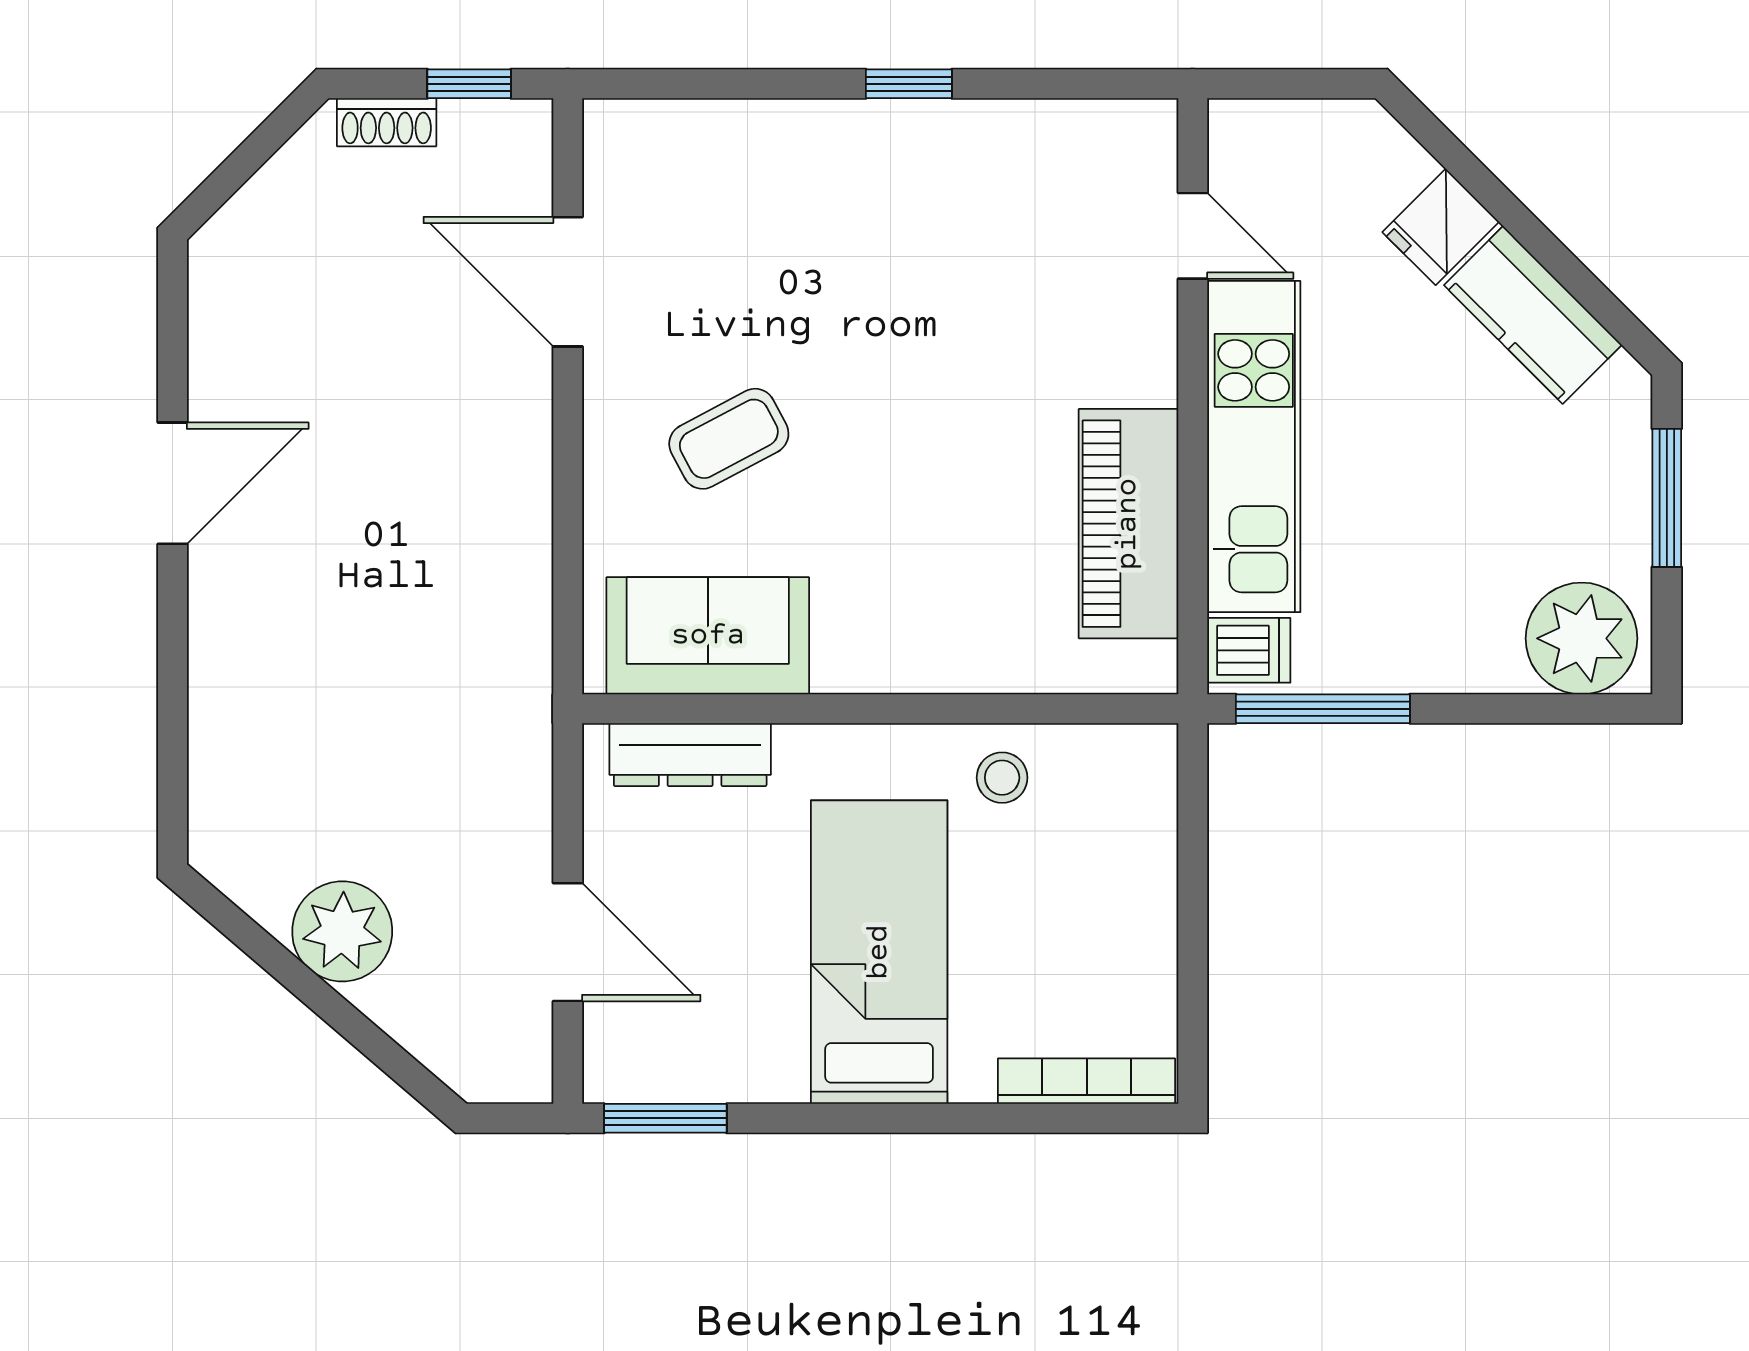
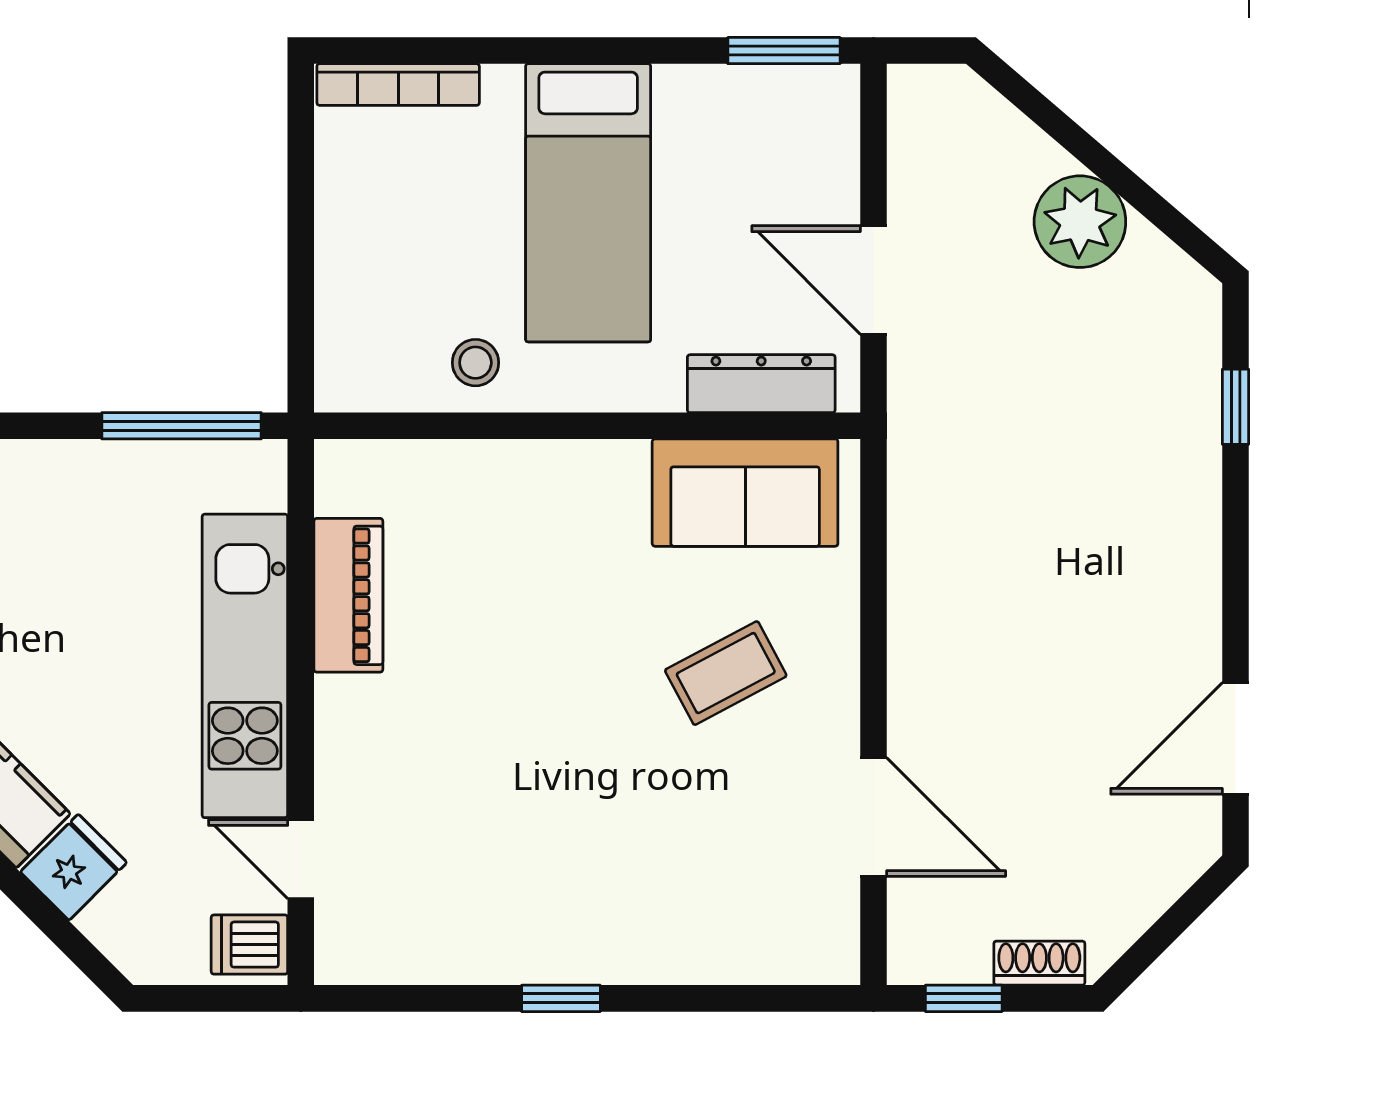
door: (172, 483) -> (1235, 738), moved
piano: (1128, 524) -> (348, 595), width x0.73, depth x0.75
dishwasher: (1249, 650) -> (249, 945), moved
window: (172, 729) -> (1235, 407), added
door: (568, 942) -> (873, 280), moved

